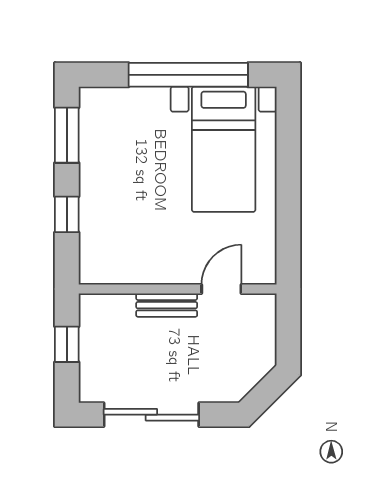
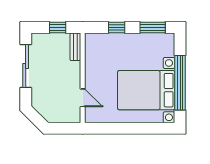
bed with nightstands: (224, 149) -> (146, 90), width x1.36
bench: (167, 305) -> (75, 47), moved

